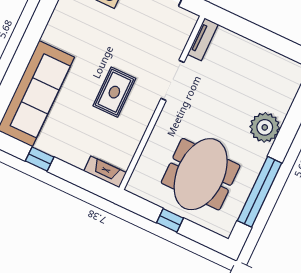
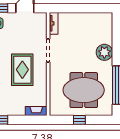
rug: (114, 92) -> (22, 70), width x1.36, depth x1.43
meeting table: (201, 174) -> (84, 90), turned 90

